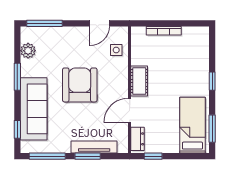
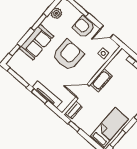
armchair: (70, 40) -> (84, 27), added
sofa: (34, 109) -> (36, 42), width x0.73

